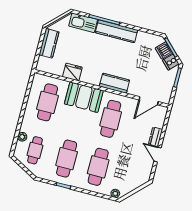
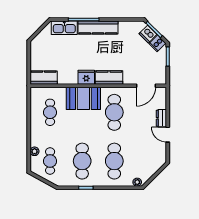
kitchen counter: (49, 43) -> (44, 78), moved, turned -90
fridge: (72, 72) -> (86, 77), moved
cafe table: (47, 102) -> (50, 112), width x0.73, depth x0.74

